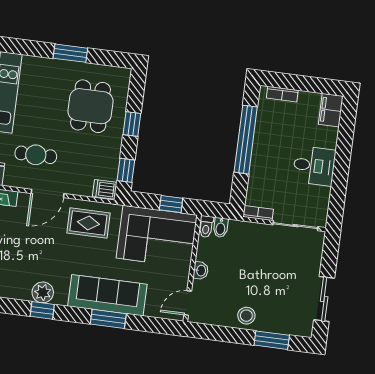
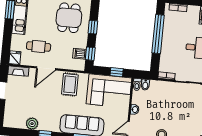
dishwasher: (105, 189) -> (80, 54), moved
rug: (88, 223) -> (70, 84), turned 90
plant: (43, 292) -> (32, 124), moved

